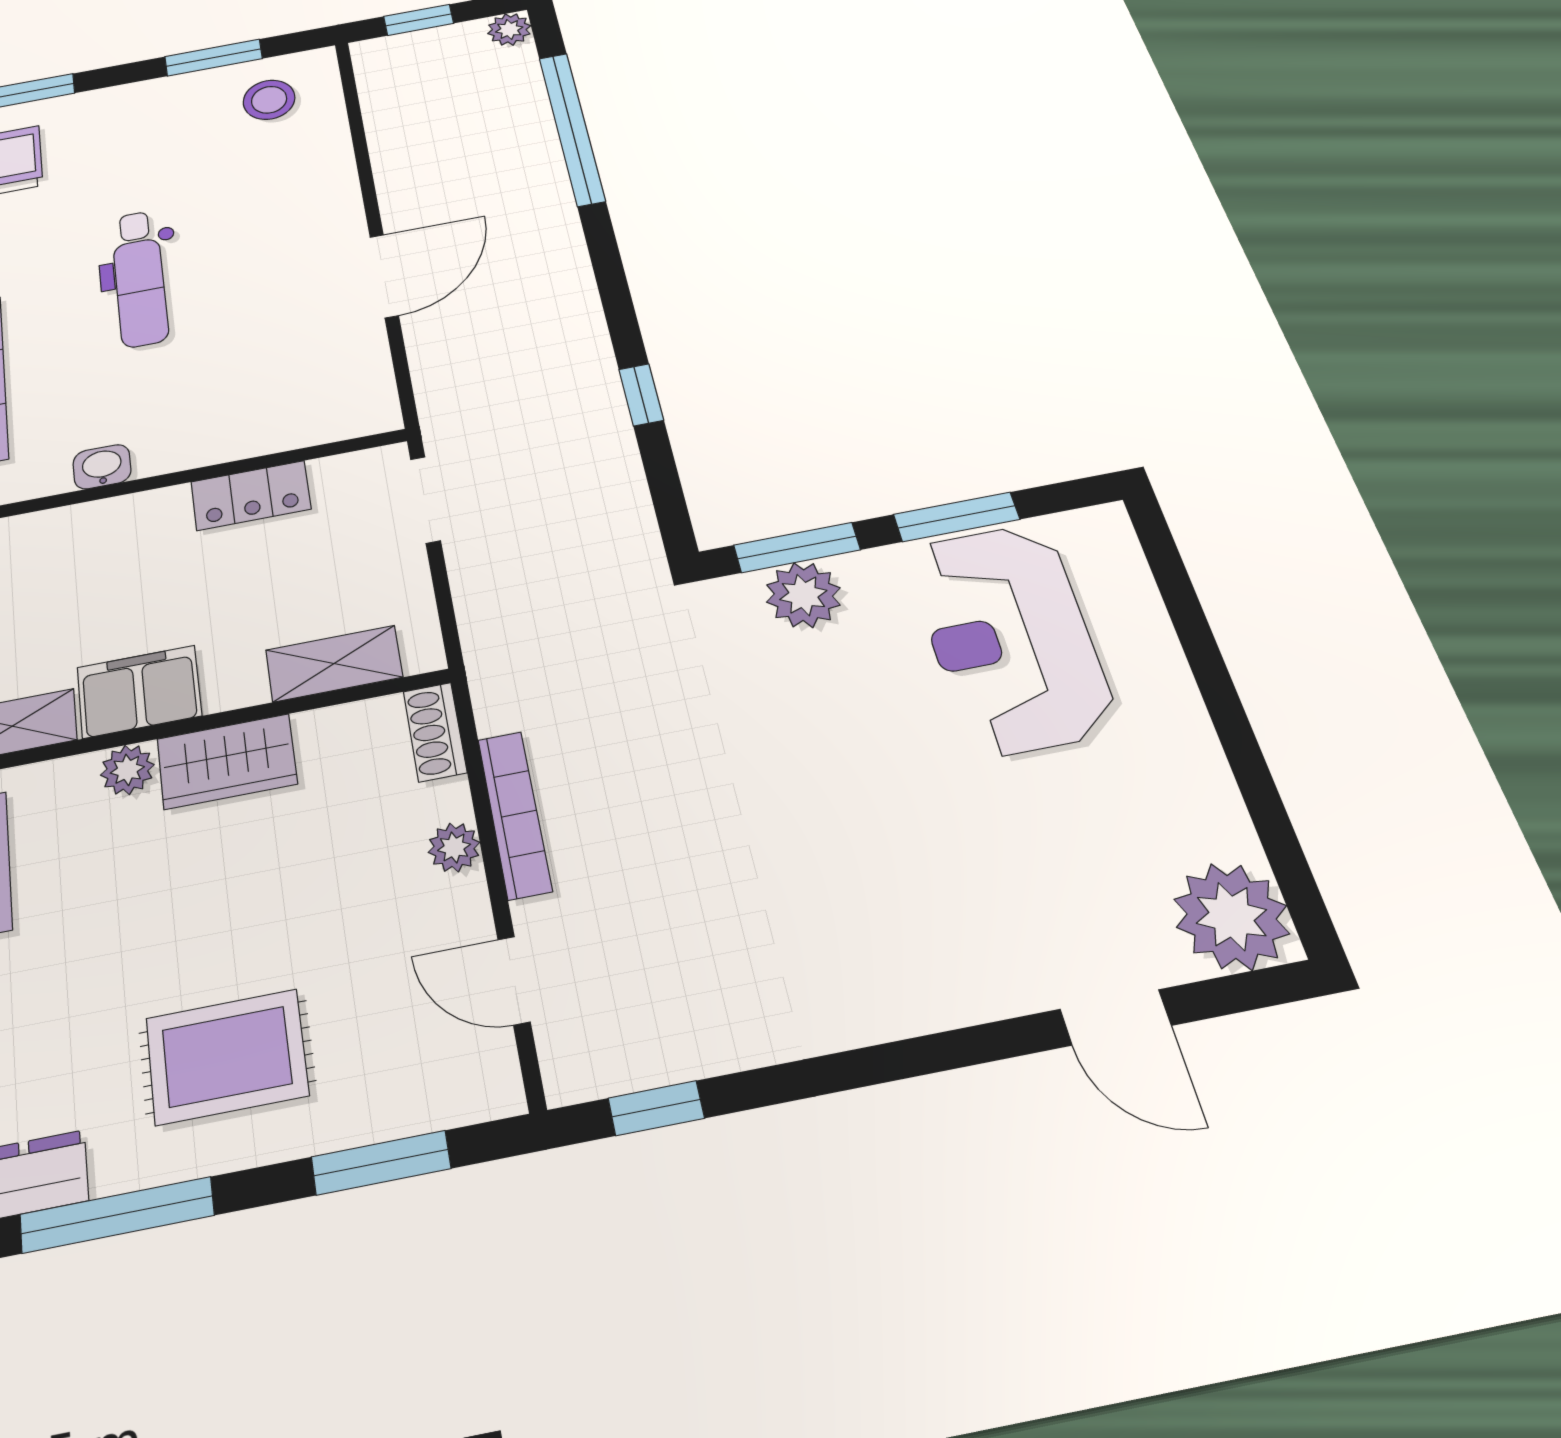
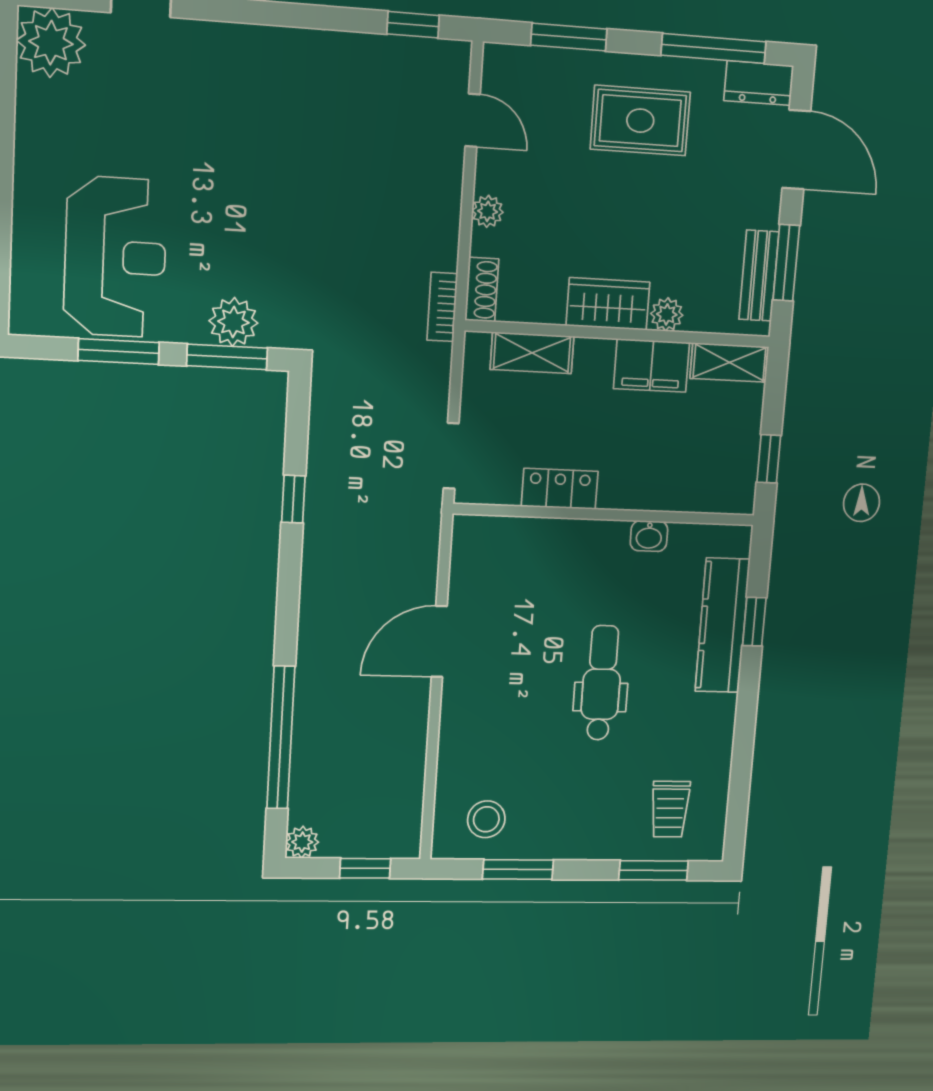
bookcase: (515, 814) -> (442, 307), moved, width x0.64

